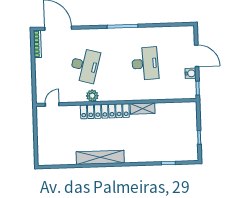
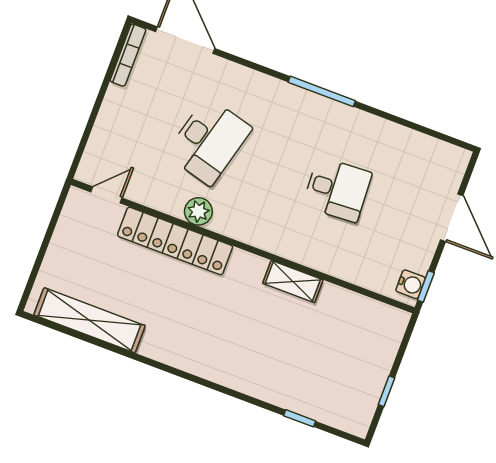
desk: (145, 64) -> (337, 189), width x0.73
water cooler: (191, 73) -> (411, 284), moved
locker: (105, 111) -> (175, 241), moved
shelving: (100, 157) -> (90, 320), moved

